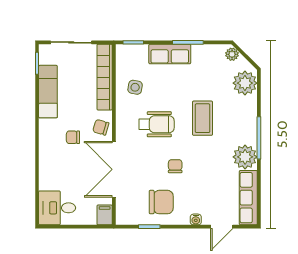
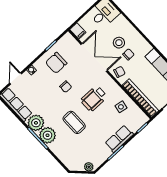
plant: (245, 83) -> (48, 135), moved
stool: (71, 160) -> (119, 43), added

